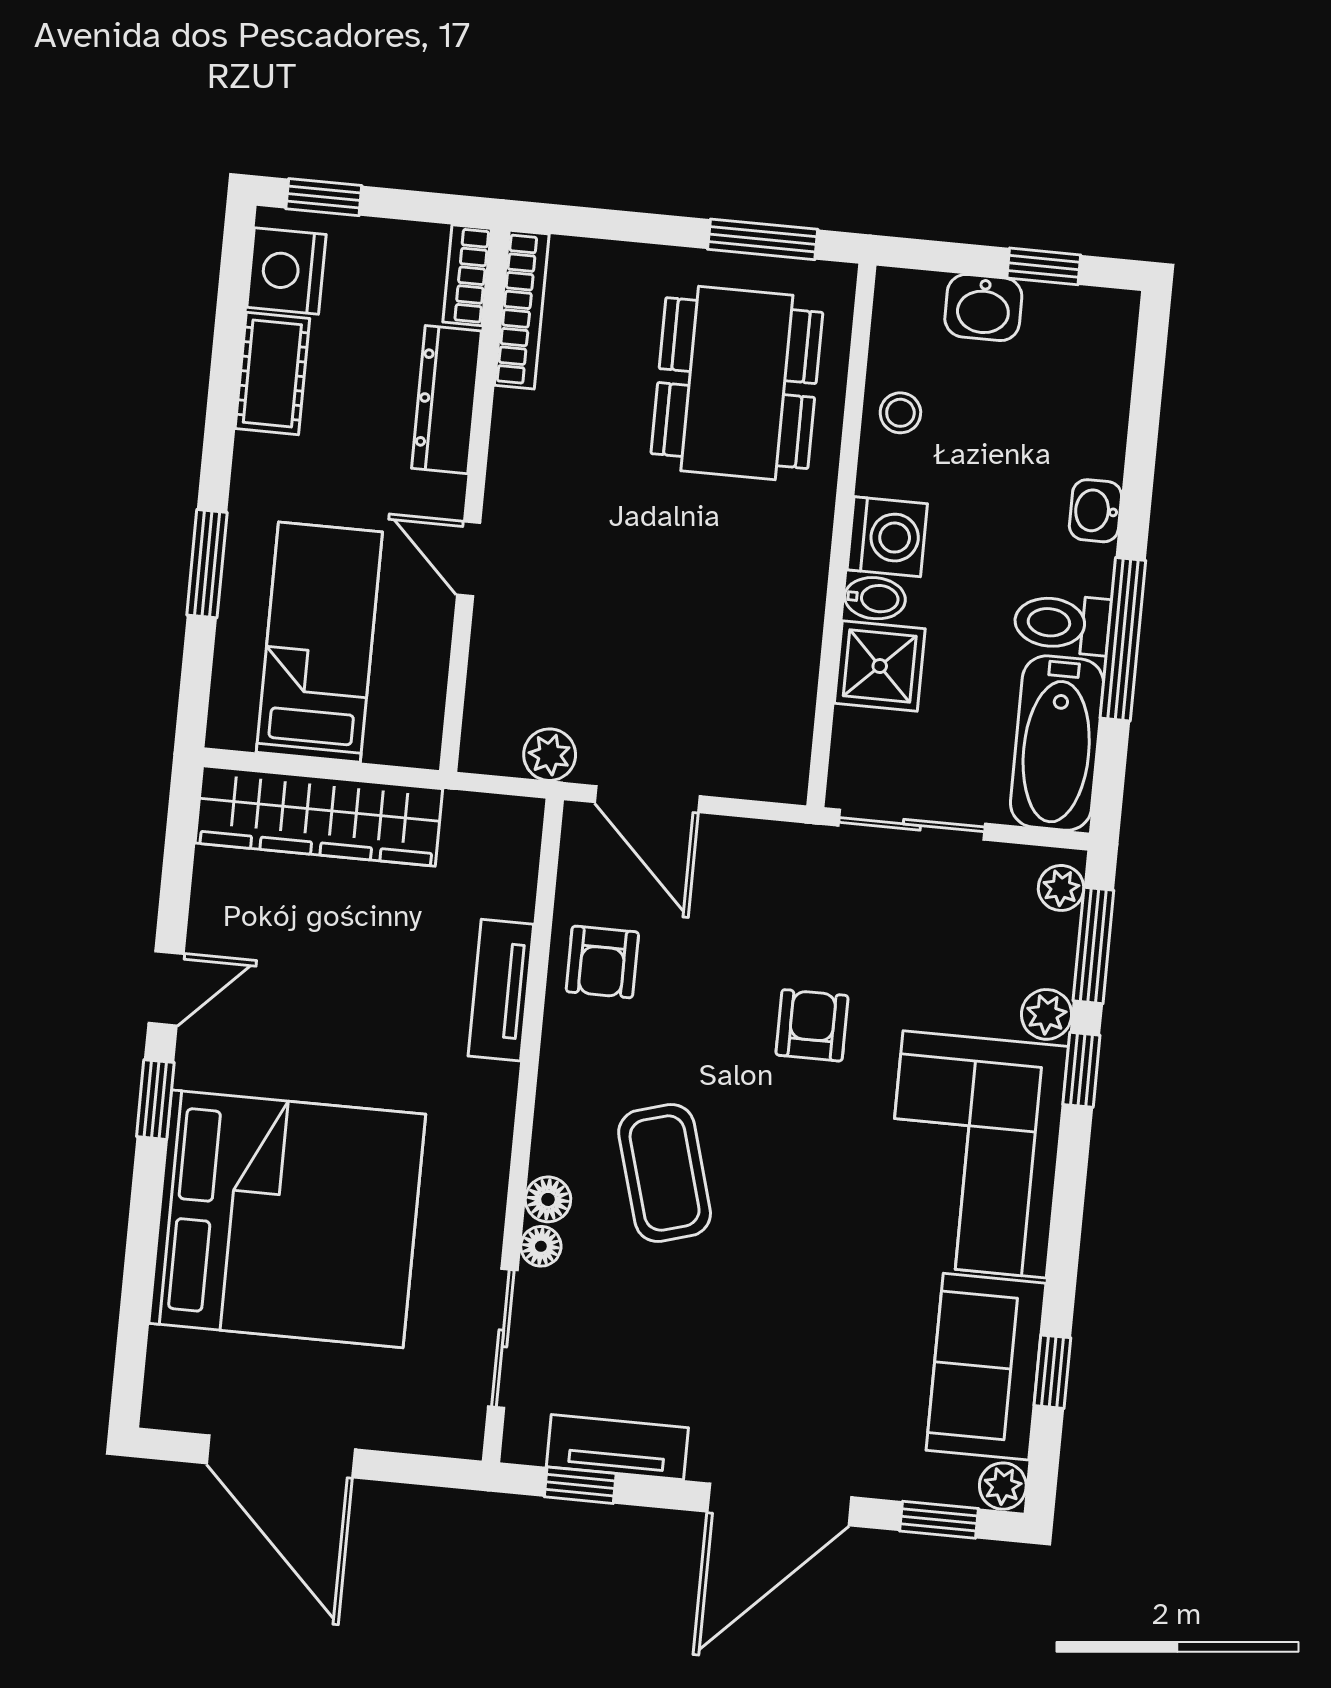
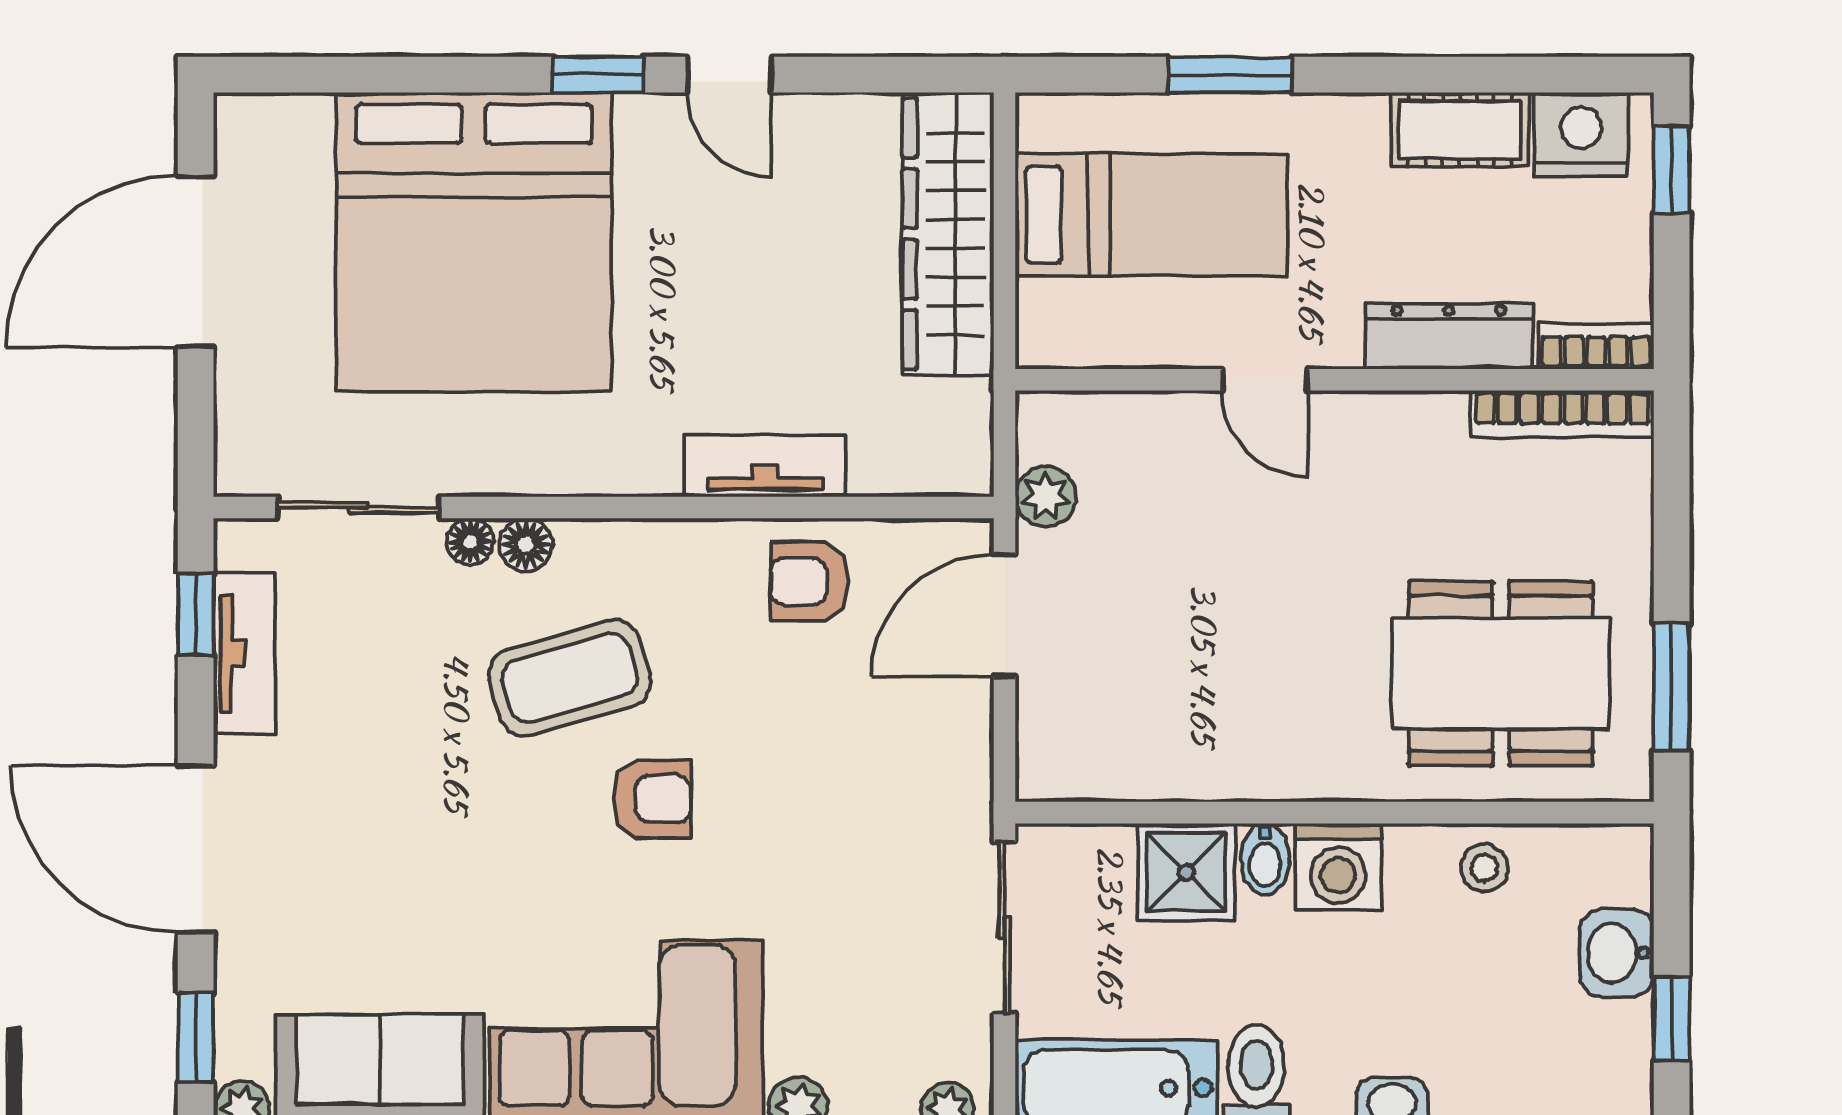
door: (469, 559) -> (1265, 380), swing flipped
armchair: (812, 1025) -> (652, 799), moved

